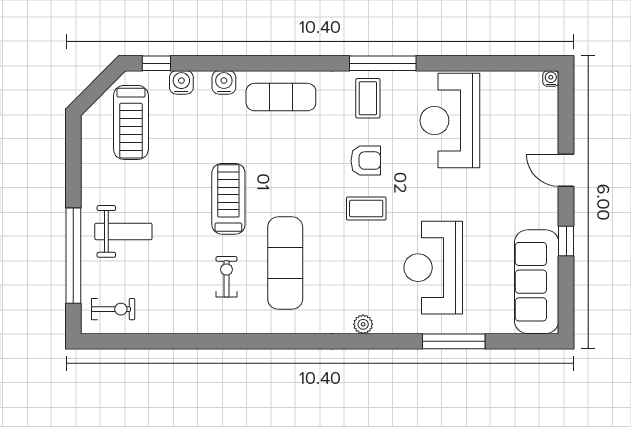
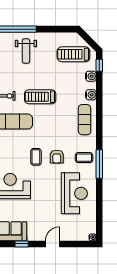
reception desk: (450, 121) -> (74, 193), turned 90
treadmill: (228, 199) -> (40, 97), turned 180

